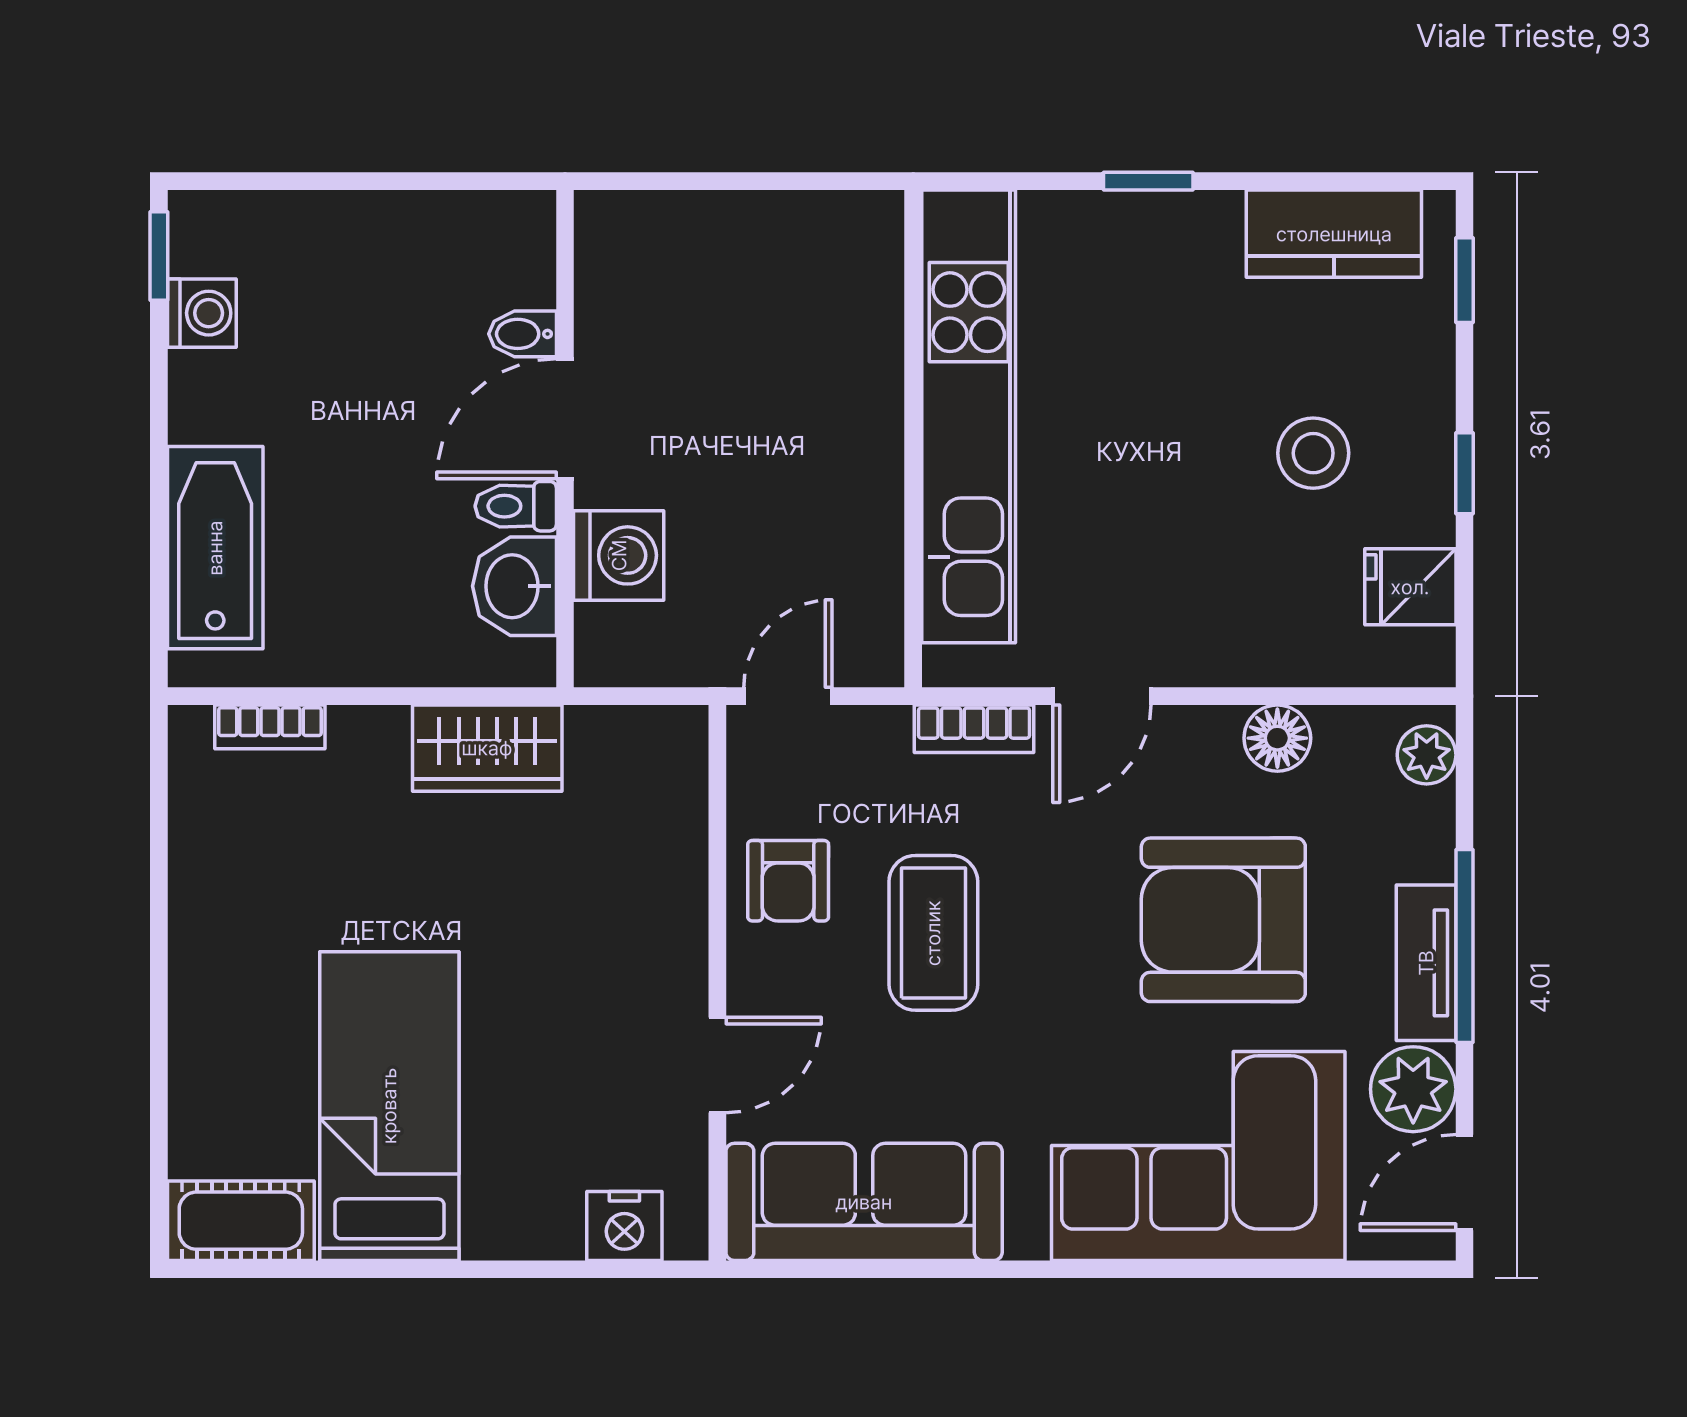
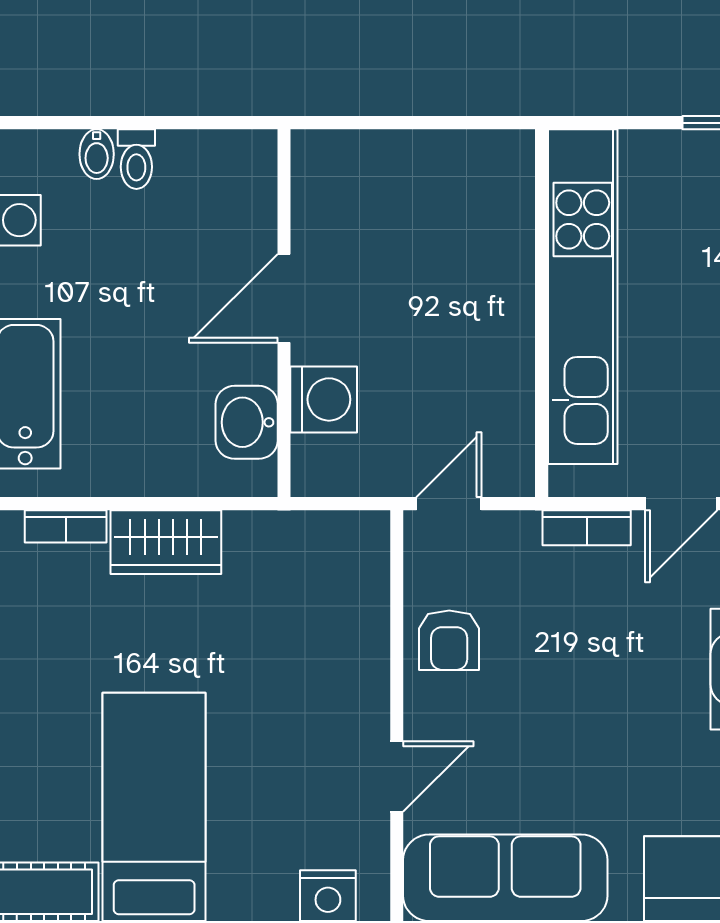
bidet: (522, 334) -> (97, 154), moved, turned -90
toilet: (516, 506) -> (136, 159), moved, turned -90
wardrobe: (487, 748) -> (166, 542), moved
coffee table: (933, 933) -> (557, 679), removed

